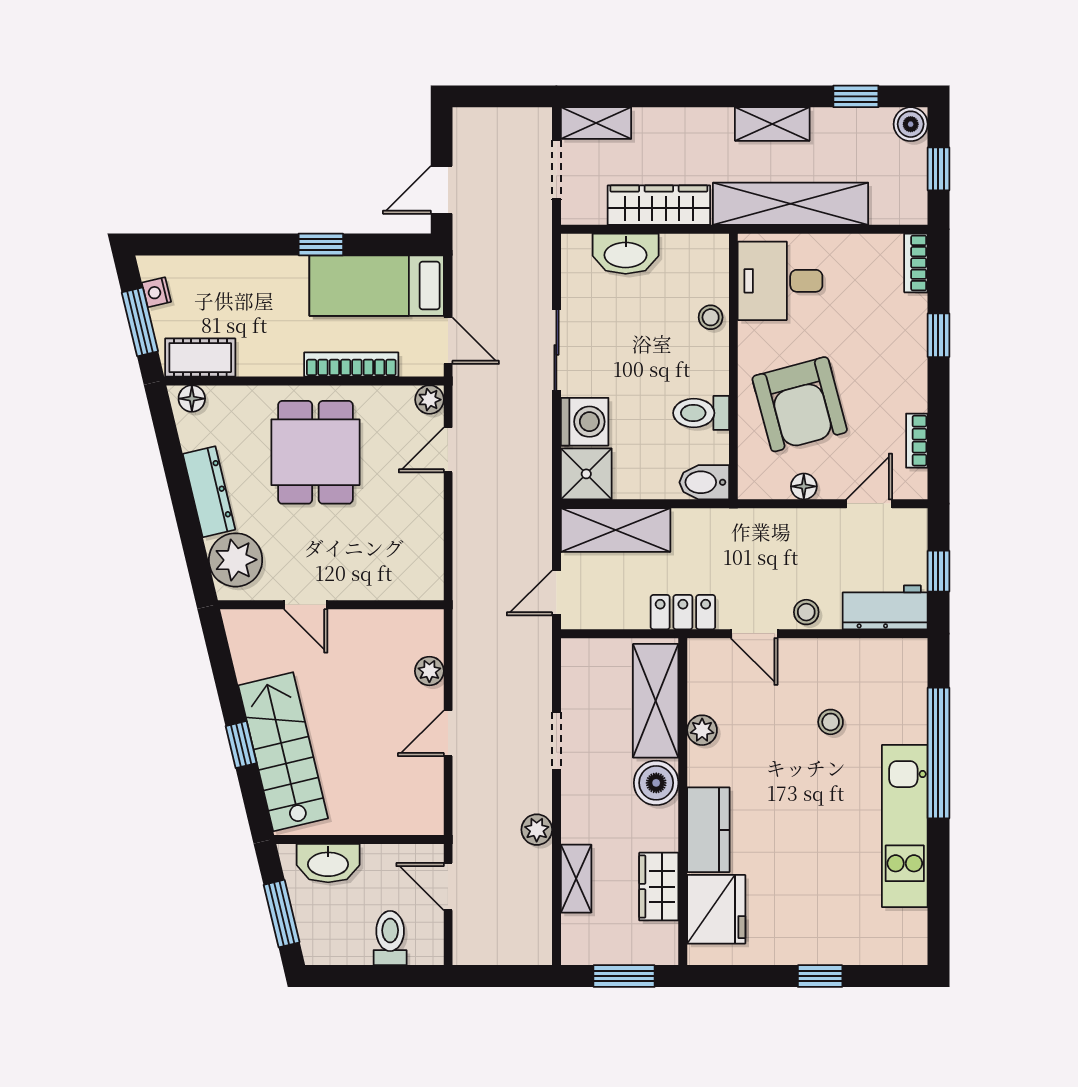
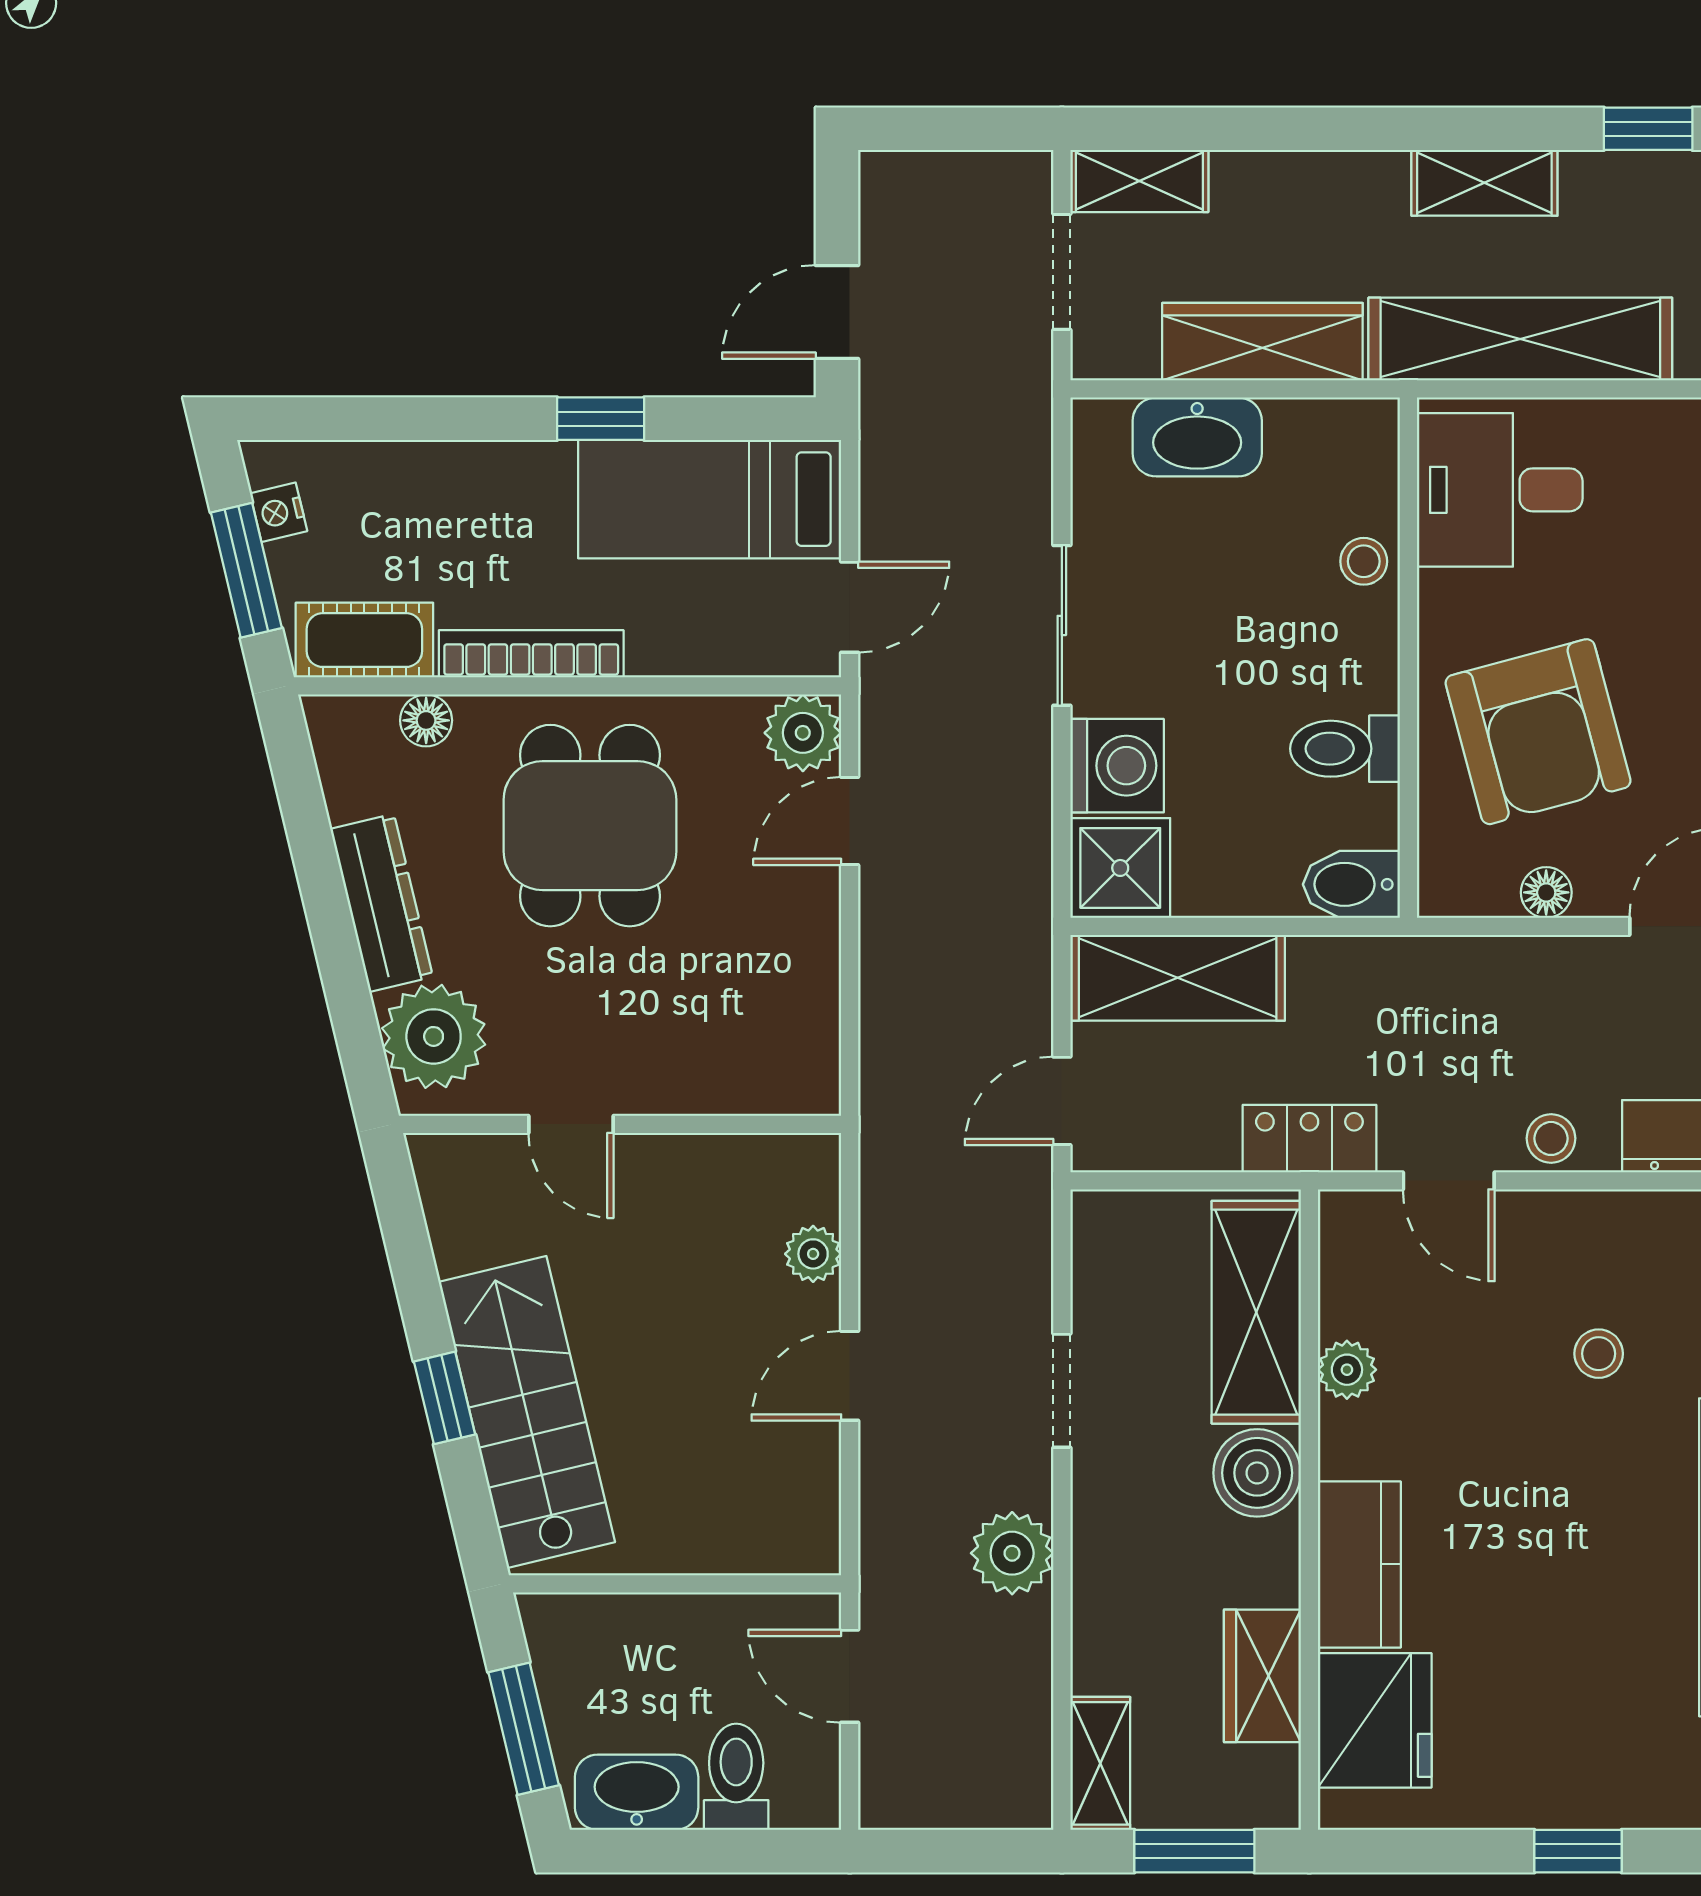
door: (448, 341) -> (850, 607), hinge flipped
bookcase: (351, 365) -> (531, 654), moved
floor lamp: (192, 399) -> (426, 720), moved
plant: (429, 400) -> (803, 733), width x1.38, depth x1.38
plant: (537, 830) -> (1012, 1553), width x1.38, depth x1.38
washbasin: (328, 863) -> (637, 1792), moved, turned 180
shelving: (576, 879) -> (1100, 1763), moved

